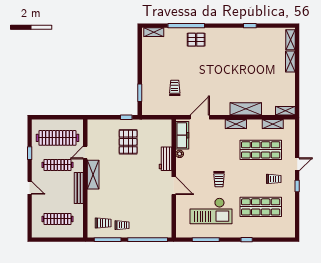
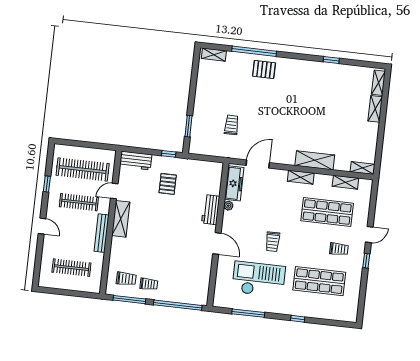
workbench: (100, 126) -> (136, 161), added
pallet: (128, 142) -> (168, 184), width x0.67, depth x0.71
checkout: (211, 211) -> (259, 279), turned 180

